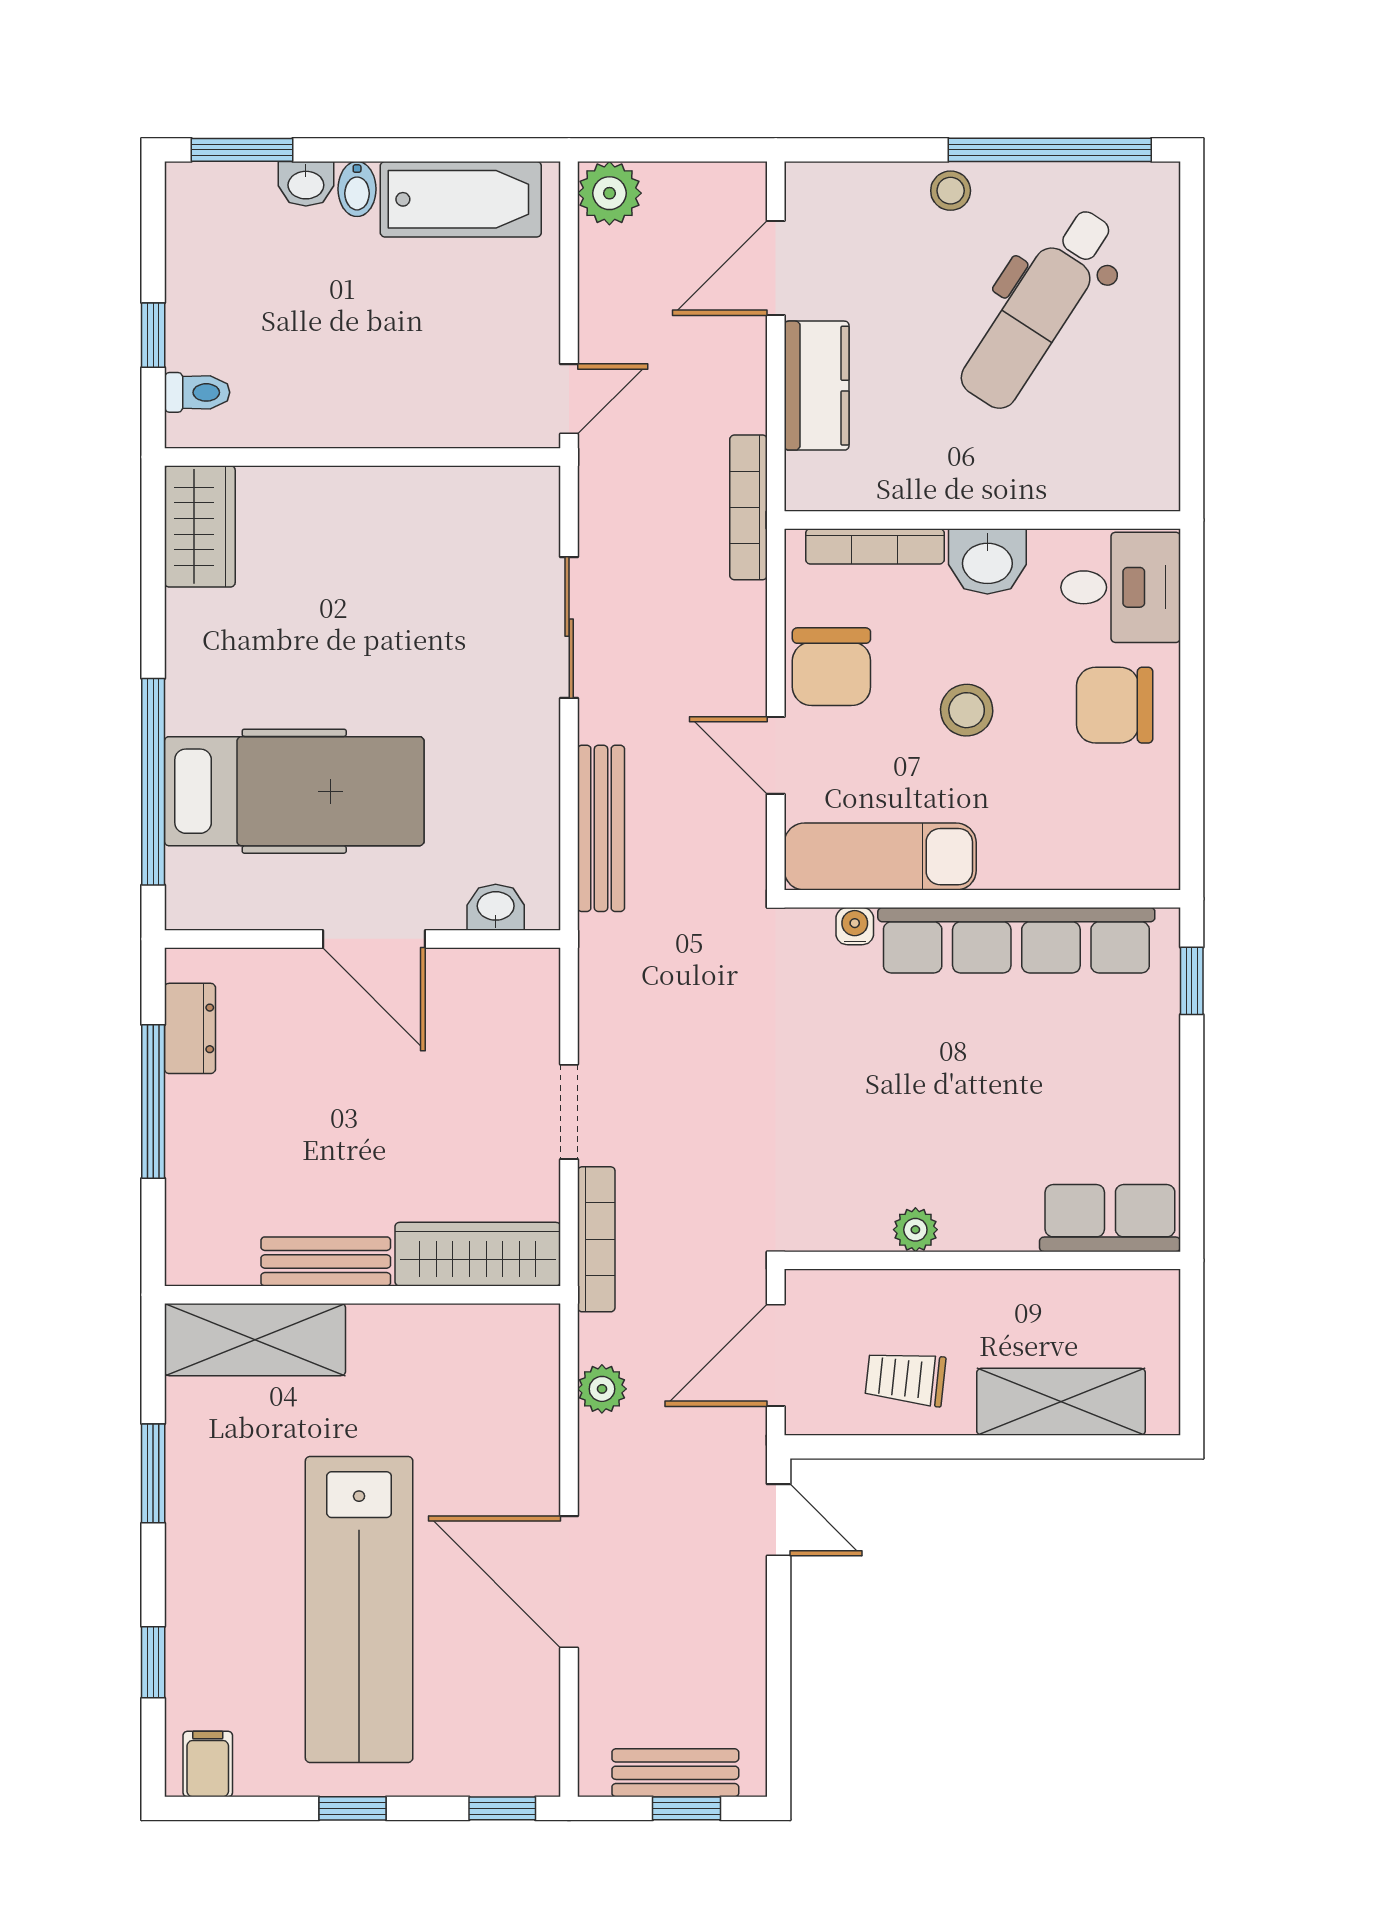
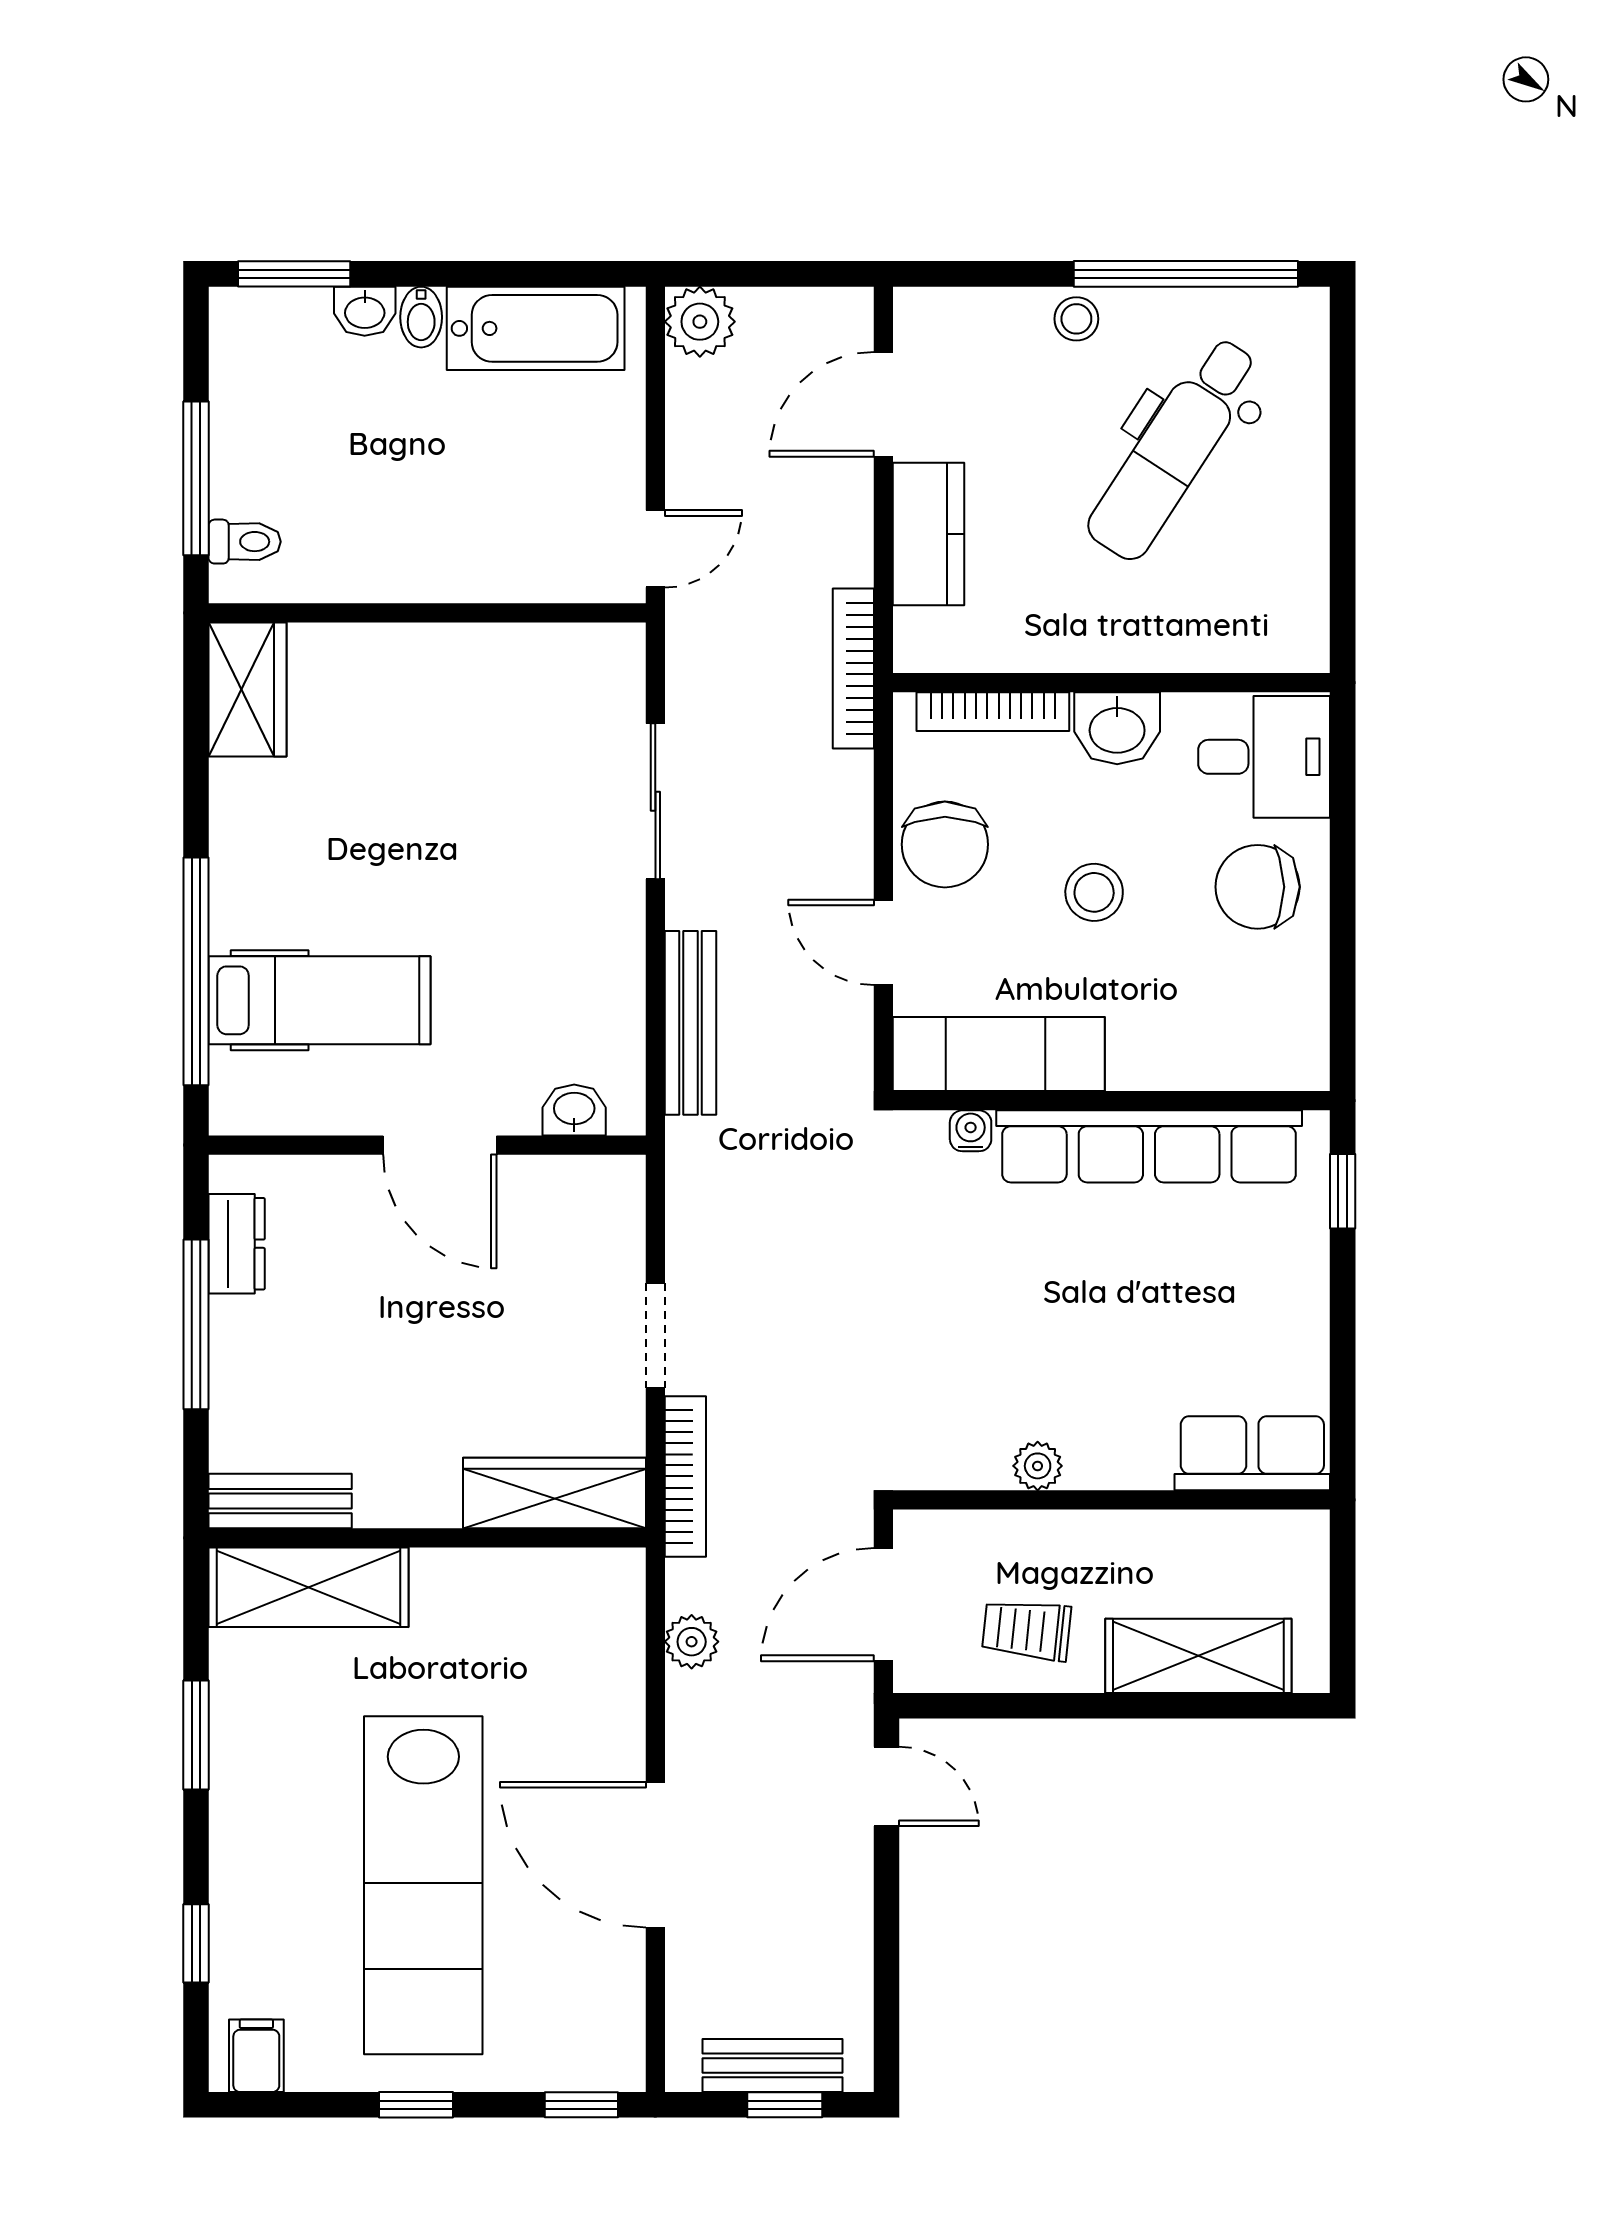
window: (153, 335) -> (196, 478), width x2.17
hospital bed: (294, 791) -> (320, 1000), width x0.73, depth x0.78
bench: (326, 1261) -> (280, 1501), moved

